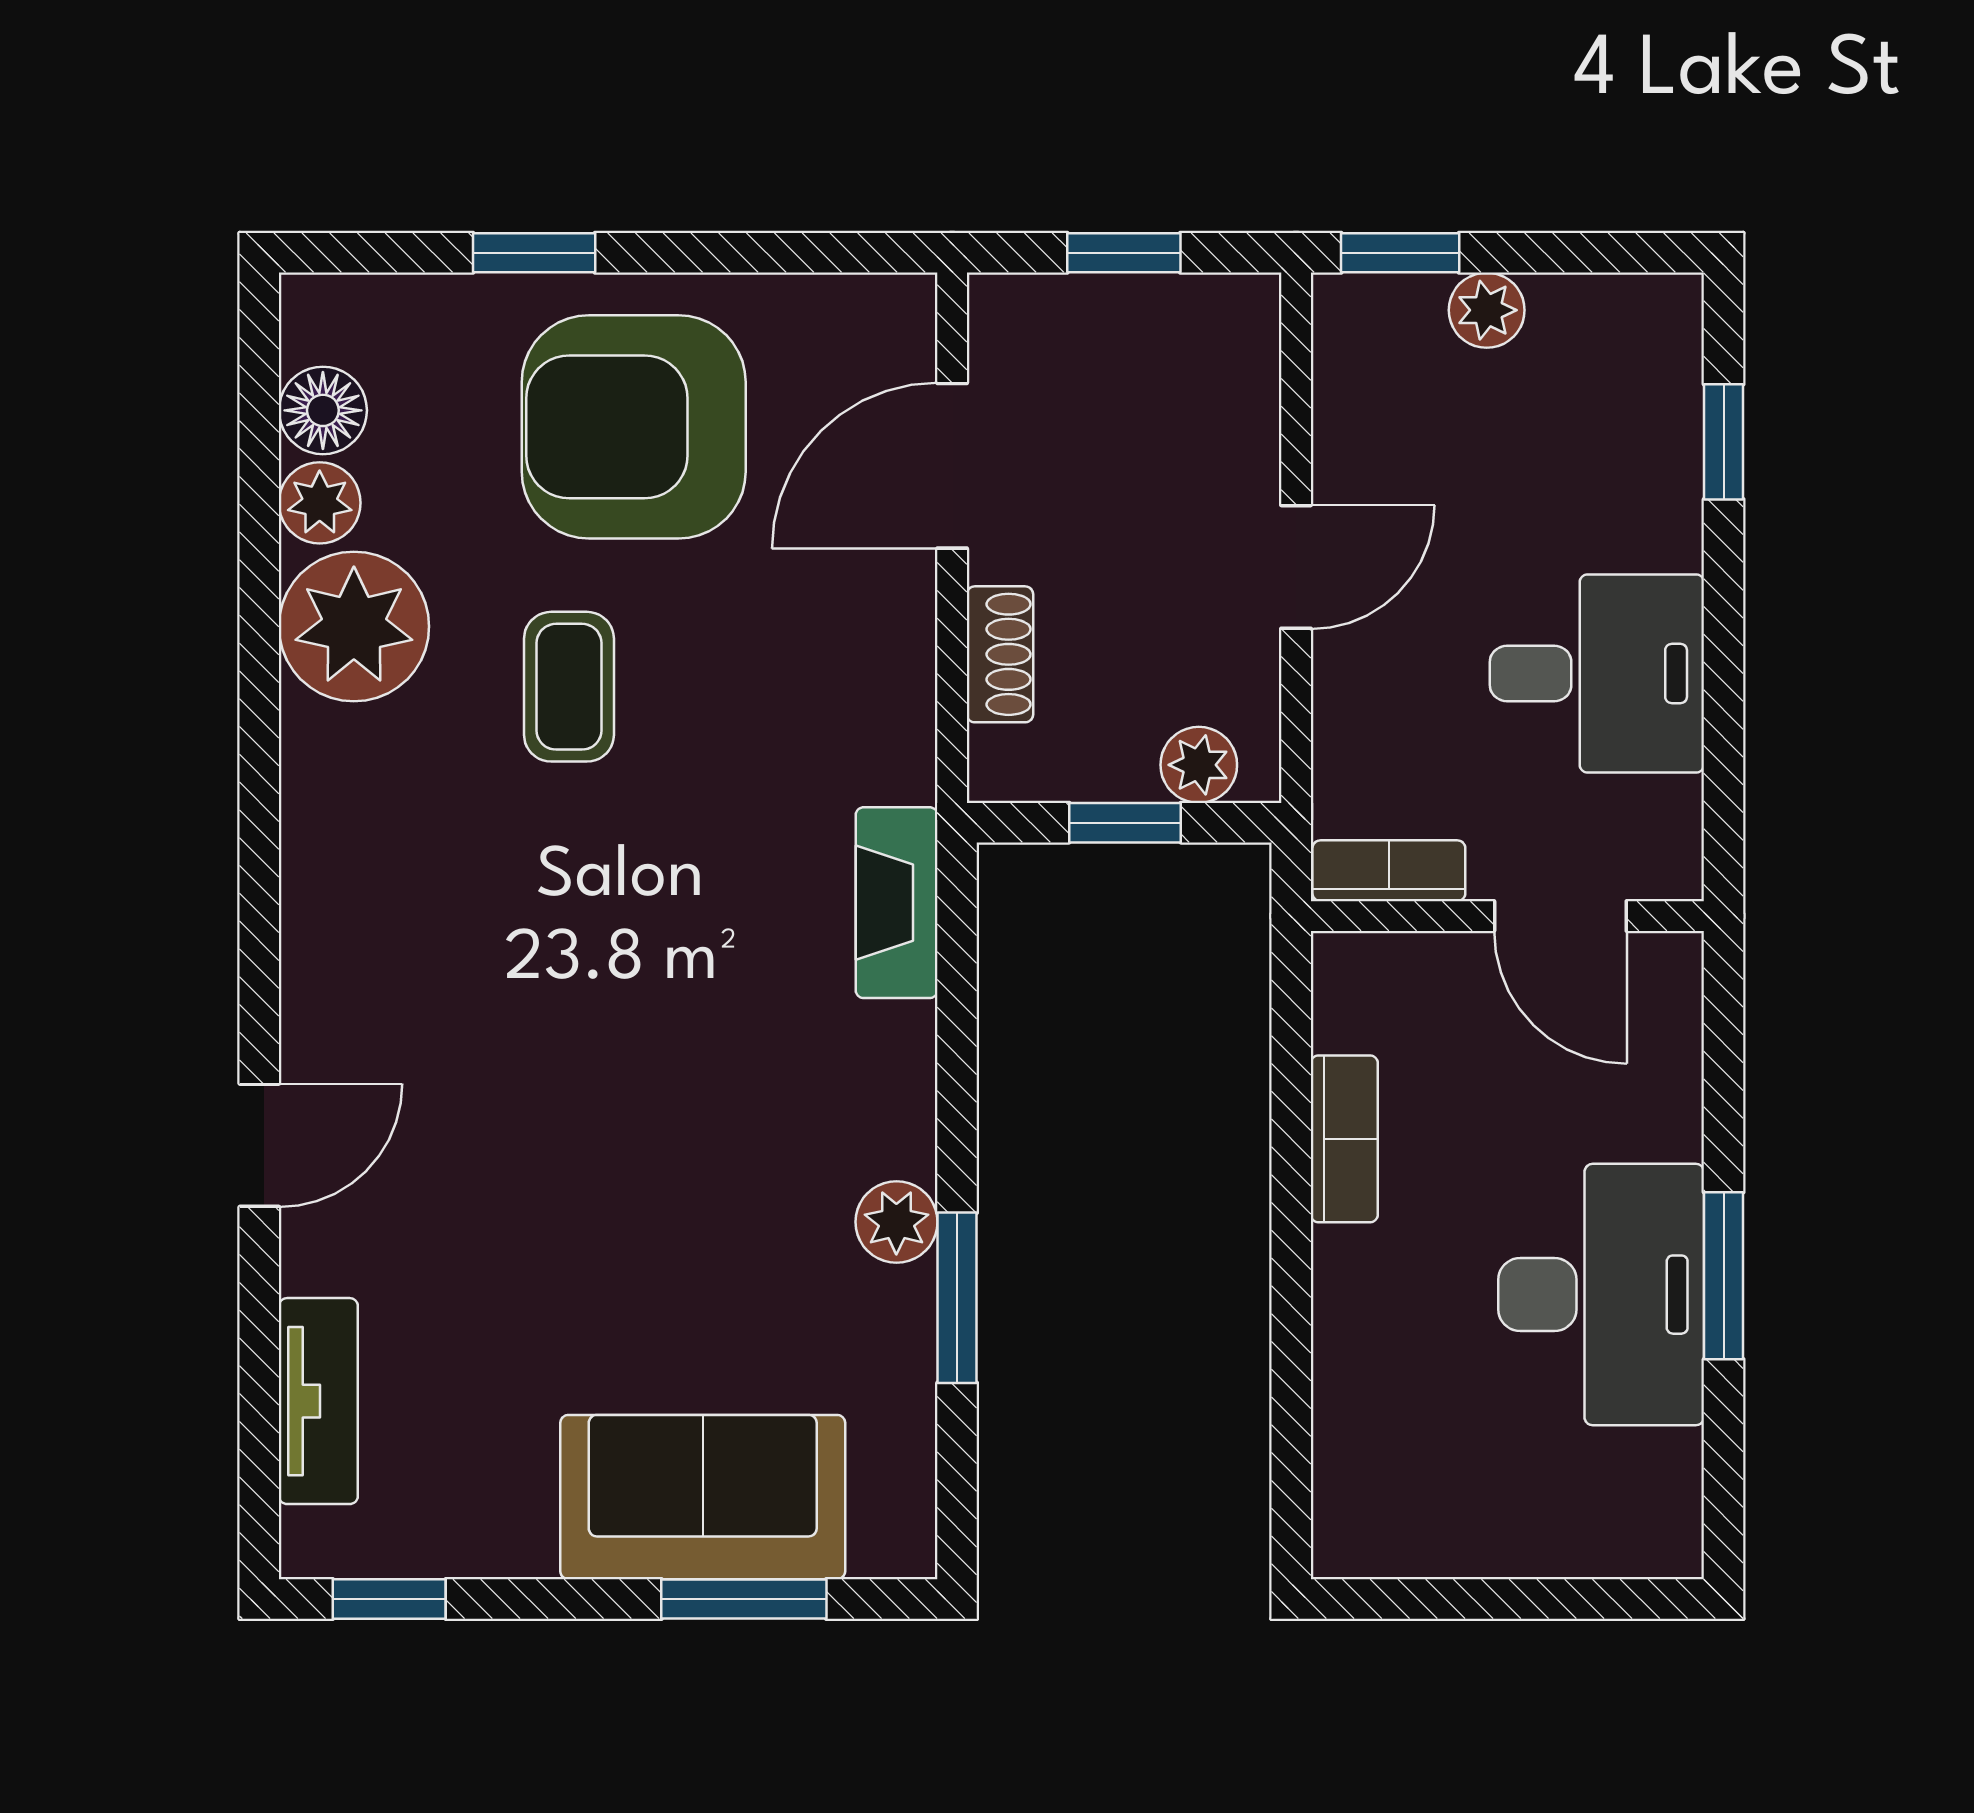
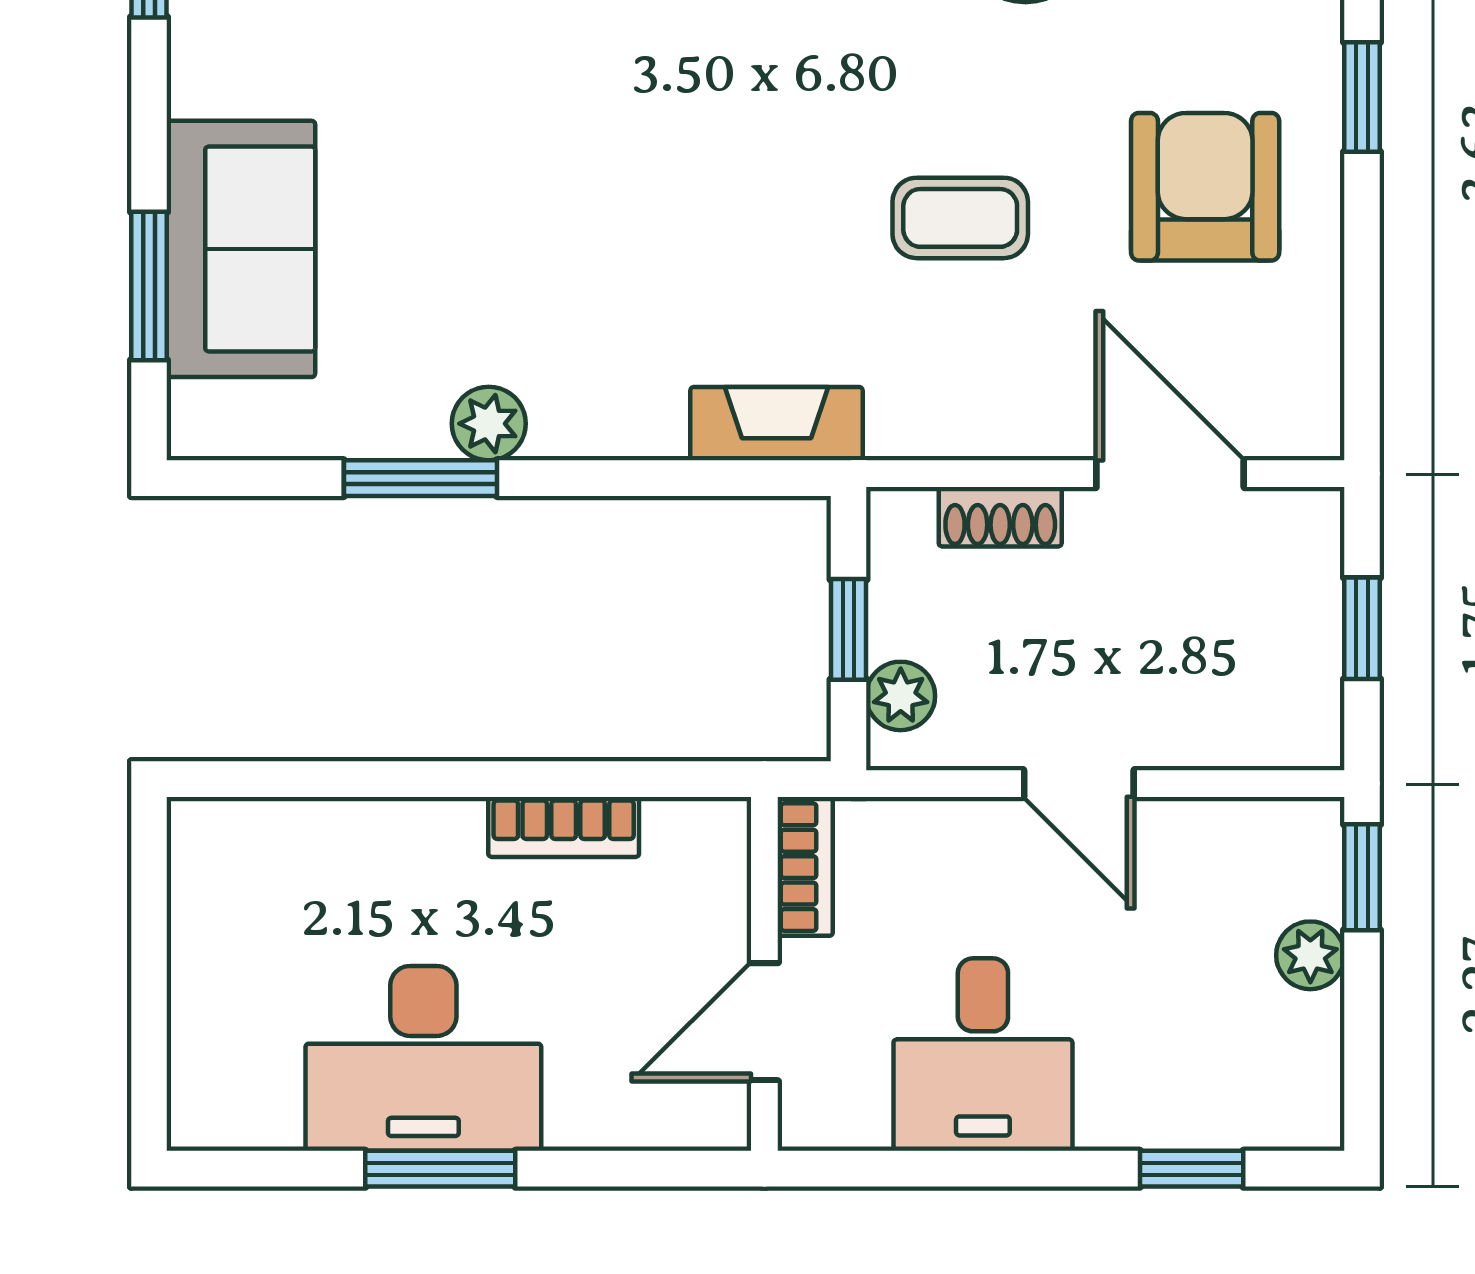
armchair: (634, 427) -> (1205, 187), width x0.73, depth x0.73
coffee table: (569, 687) -> (960, 218), moved

